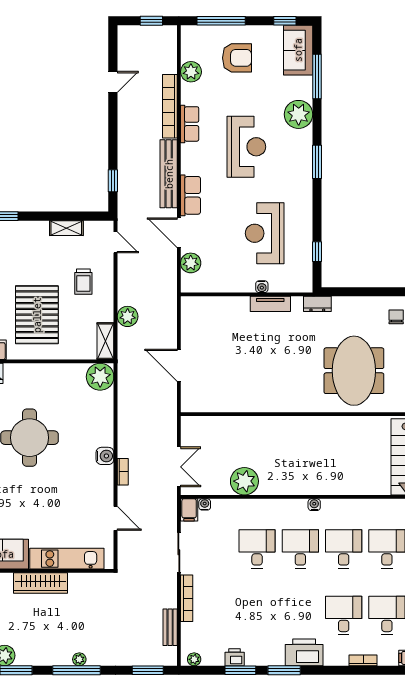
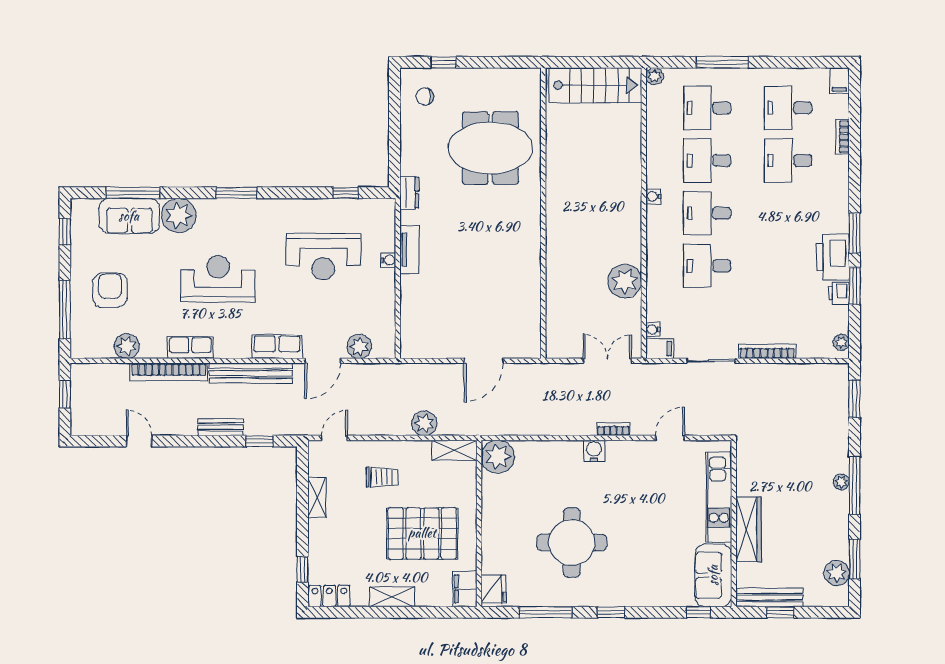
sofa: (298, 50) -> (129, 216), moved
bench: (170, 627) -> (221, 427), moved
printer: (304, 652) -> (833, 257), moved

